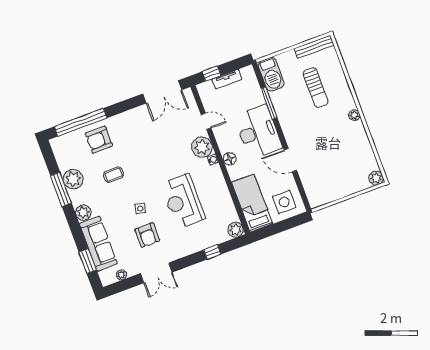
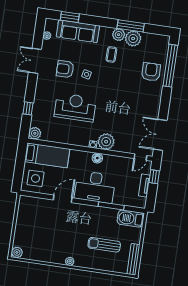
door: (206, 121) -> (140, 157), moved
floor lamp: (230, 159) -> (97, 158), moved
coffee table: (113, 175) -> (111, 54), moved
plant: (83, 213) -> (119, 35), moved

